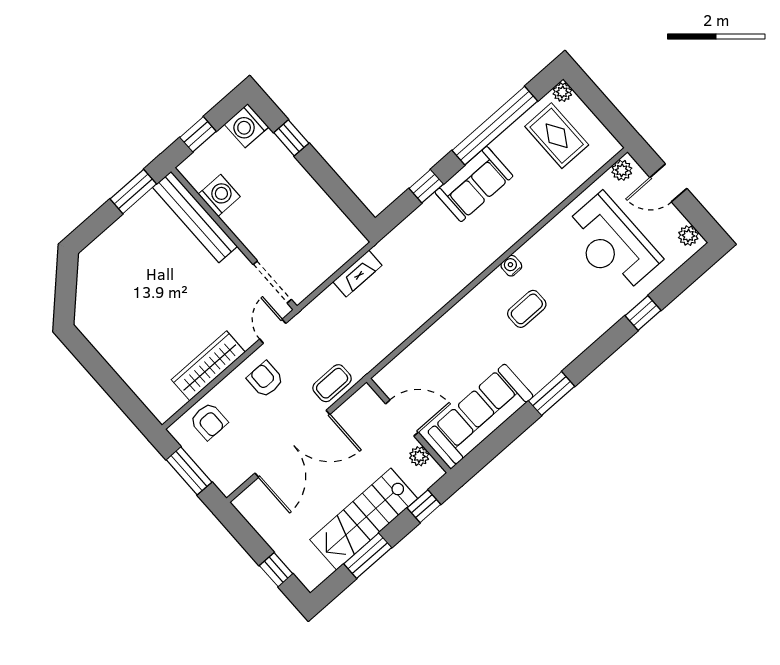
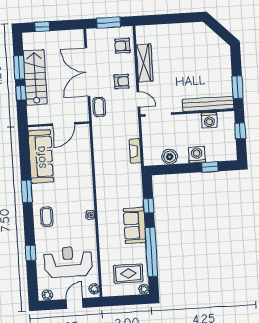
washing machine: (246, 126) -> (197, 155), moved
boiler: (324, 213) -> (170, 157), added
coffee table: (527, 309) -> (47, 217), moved
plant: (419, 456) -> (43, 119), removed
window: (424, 506) -> (21, 93), moved

